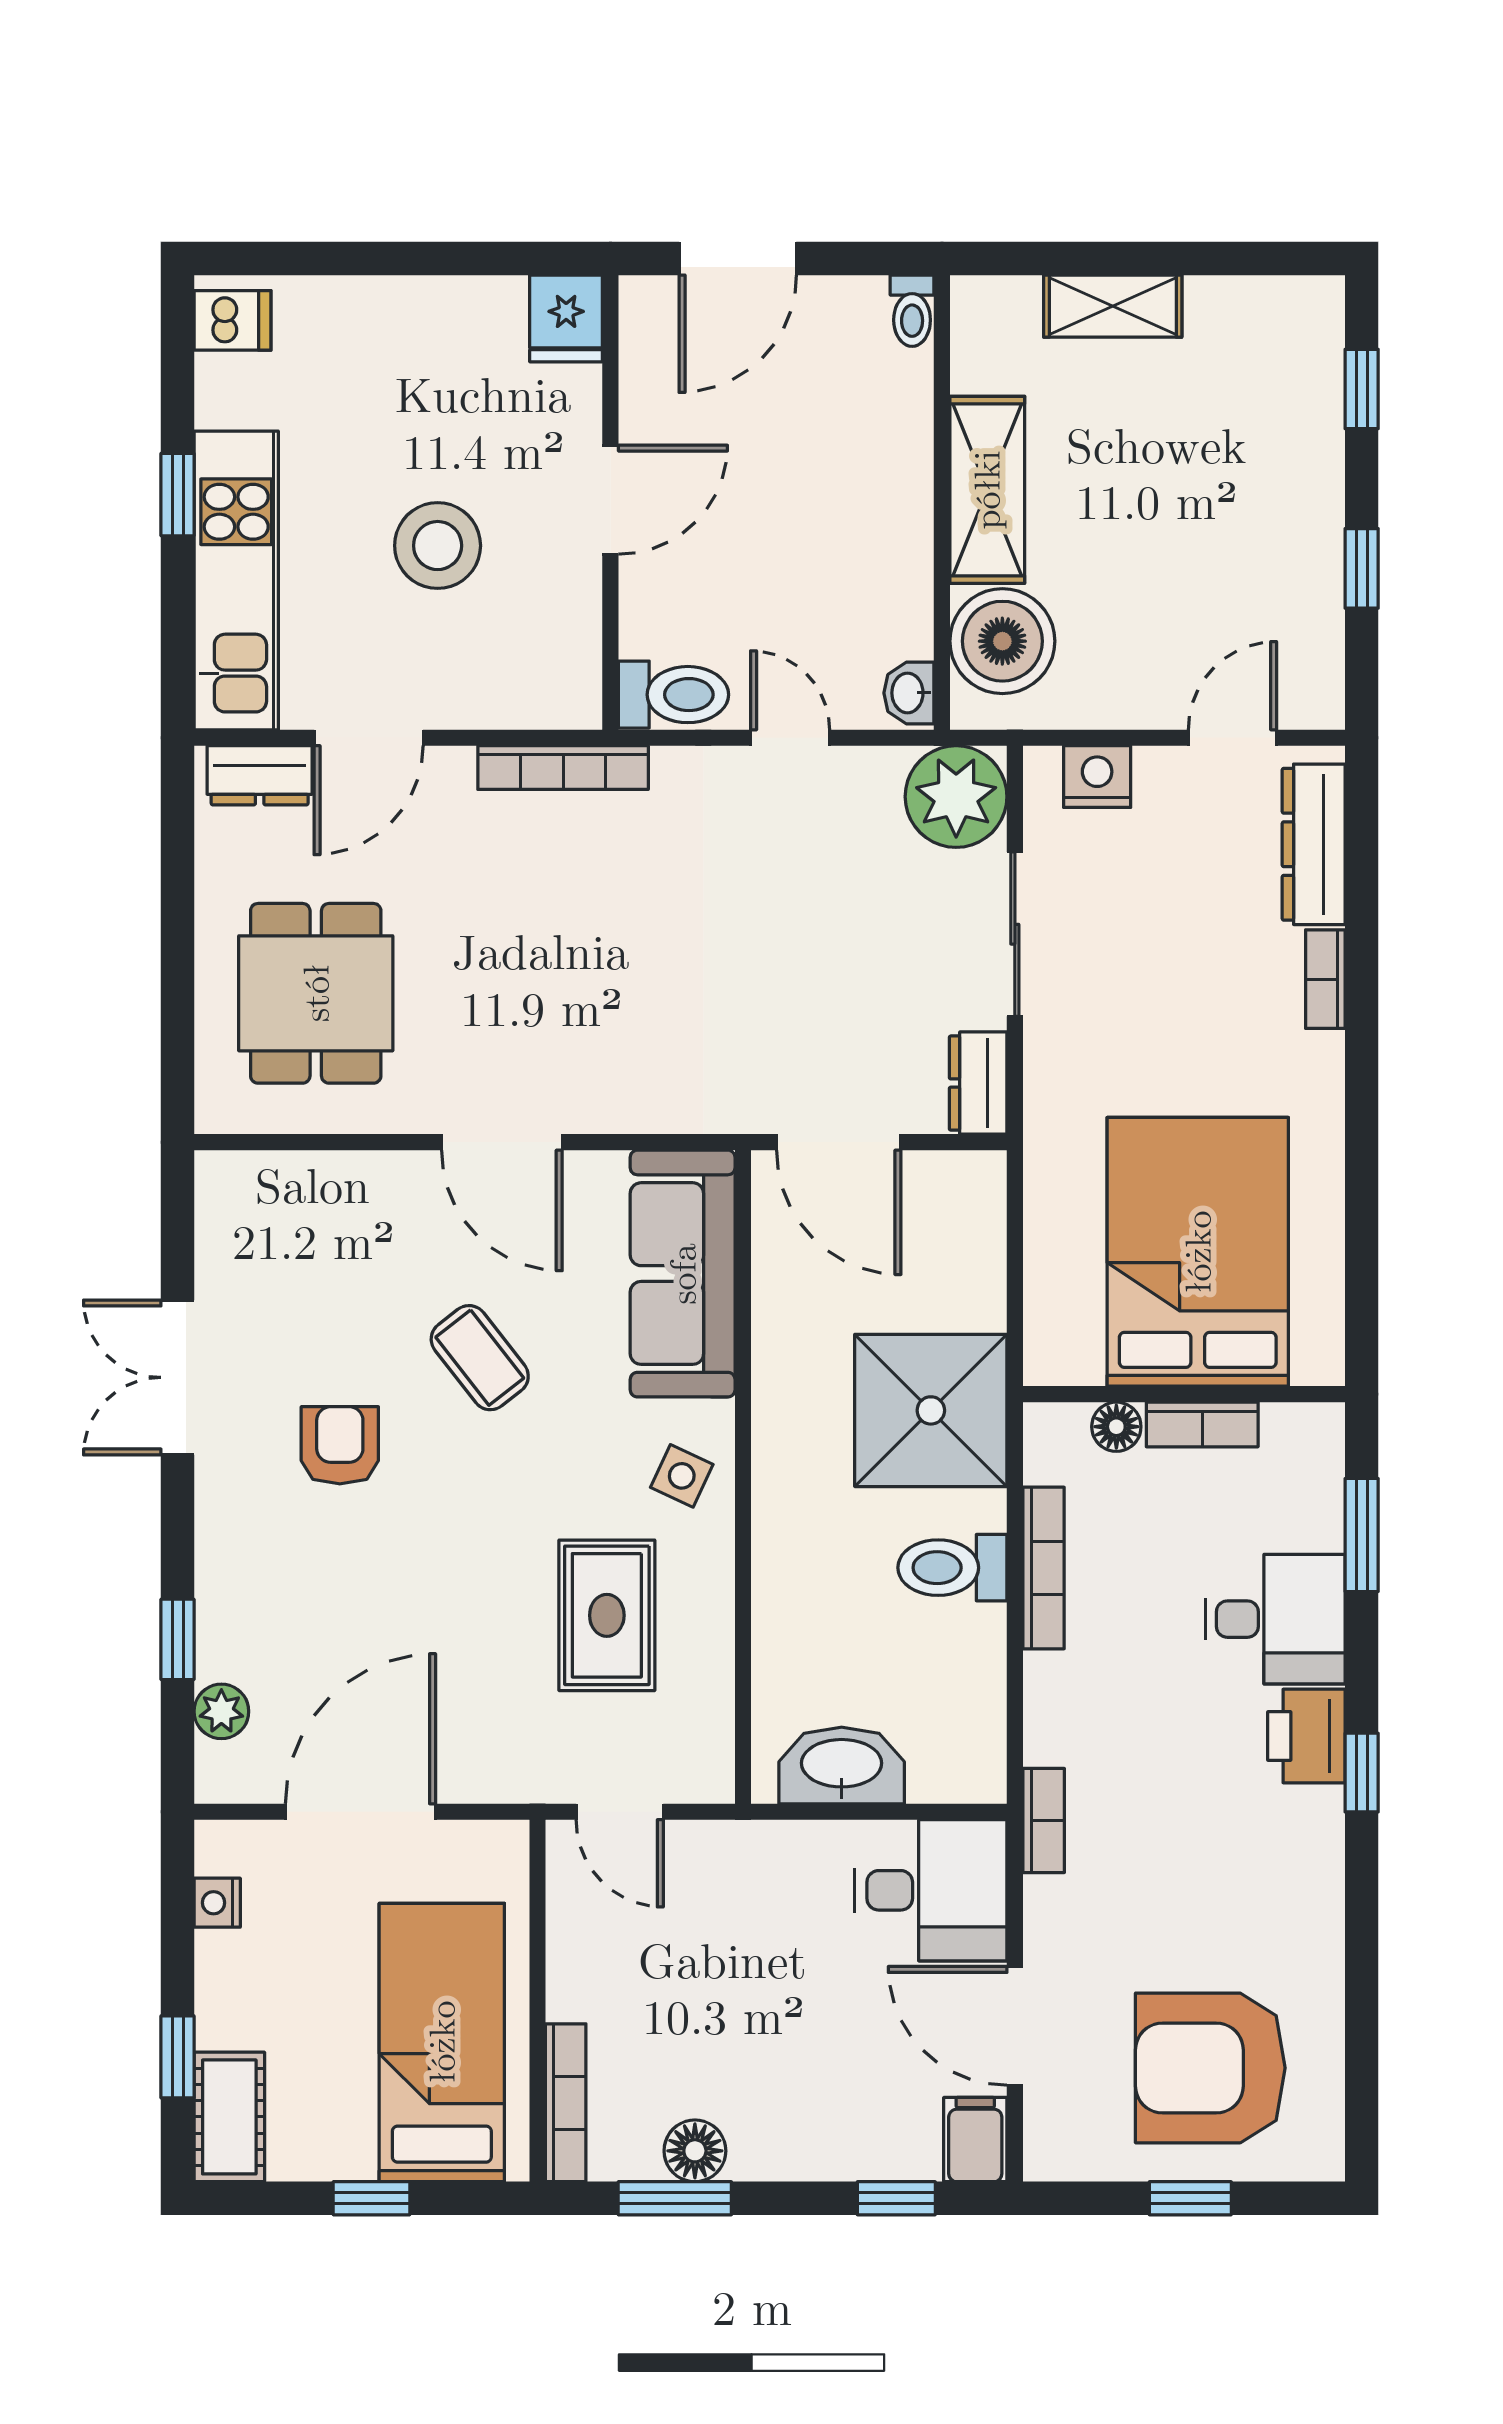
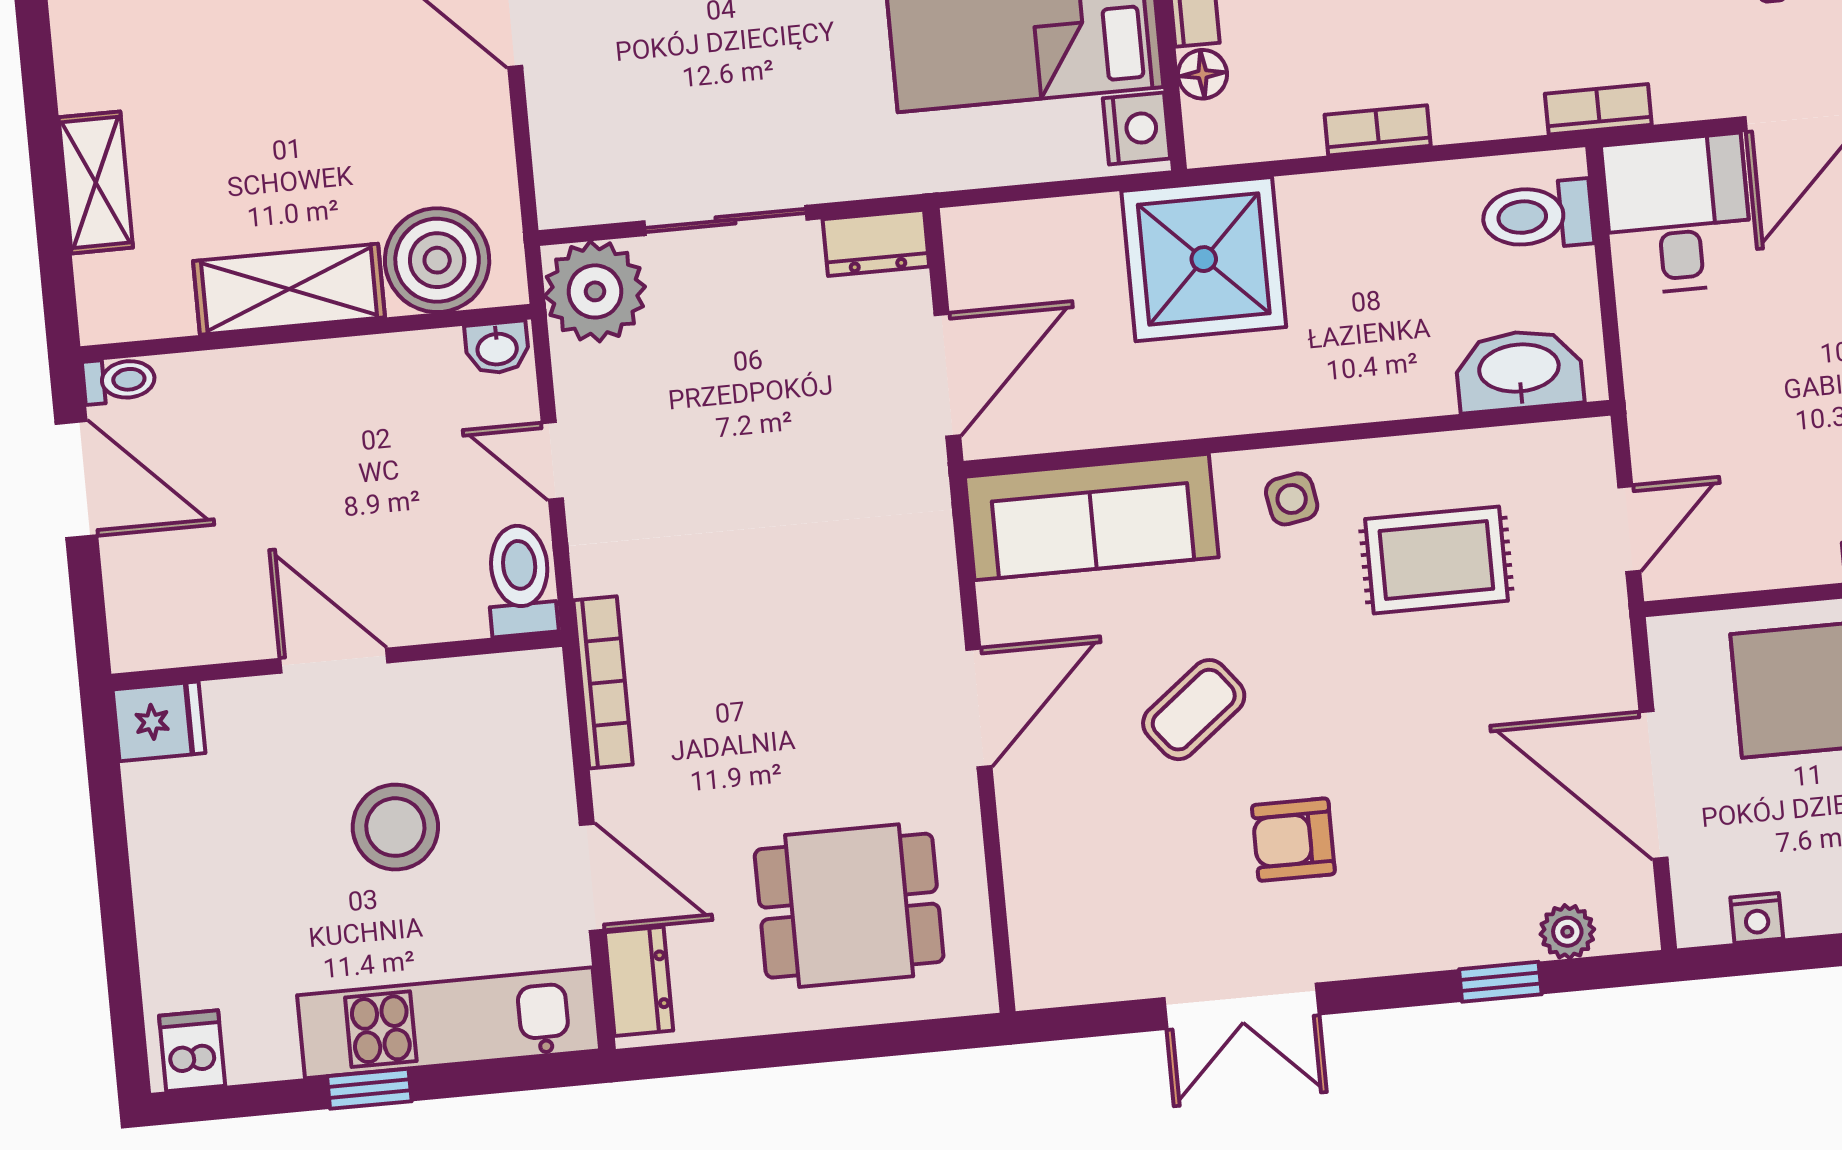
door: (738, 258) -> (76, 479), moved
door: (790, 738) -> (552, 461), hinge flipped
nightstand: (1097, 777) -> (1136, 128), moved, turned 180
side table: (682, 1476) -> (1292, 499), turned -35
toilet: (952, 1568) -> (1537, 216), moved, turned 90
bookcase: (1043, 1568) -> (1378, 130), width x0.64
washbasin: (842, 1766) -> (1519, 370), moved, turned 90

